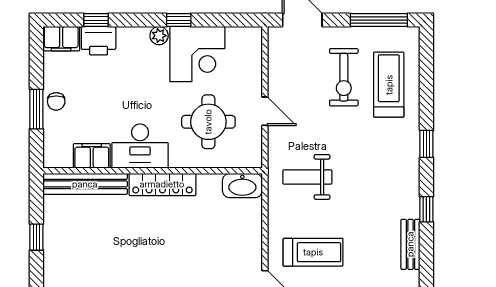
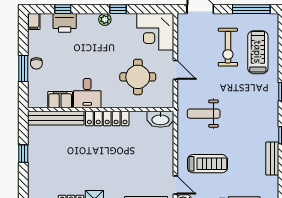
filing cabinet: (61, 39) -> (34, 22), width x0.50
corner desk: (197, 54) -> (155, 32), moved, turned 90
desk: (140, 146) -> (87, 93), width x0.73

